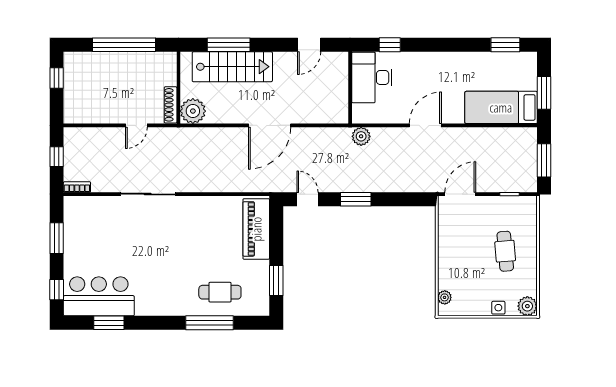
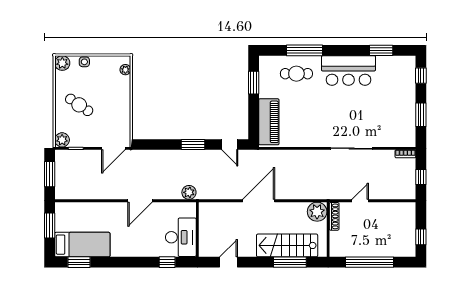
bed: (501, 107) -> (82, 245), moved
plant: (528, 205) -> (62, 140), added
cafe table: (505, 251) -> (79, 105), turned -51
bar counter: (99, 296) -> (348, 71), moved

